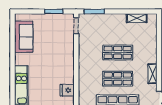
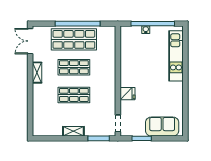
shelving: (137, 18) -> (73, 131), moved
sofa: (24, 37) -> (162, 127), moved, turned 90
fridge: (67, 90) -> (127, 94), moved

